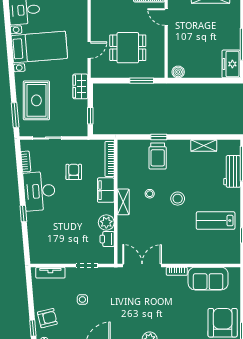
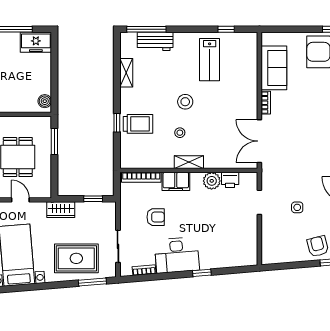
armchair: (74, 172) -> (156, 217), turned 180
tv unit: (50, 273) -> (267, 243), removed

